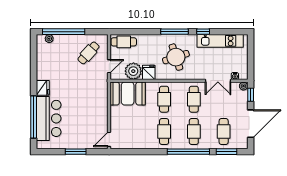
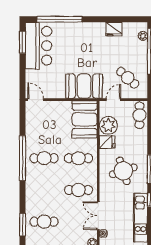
door: (109, 66) -> (113, 100), swing flipped
fridge: (43, 88) -> (114, 29), moved
booth: (96, 94) -> (84, 86), added
bar counter: (49, 118) -> (39, 46), moved, turned -90
cafe table: (194, 131) -> (44, 190), removed
window: (76, 152) -> (23, 42), moved
window: (188, 152) -> (23, 158), moved

